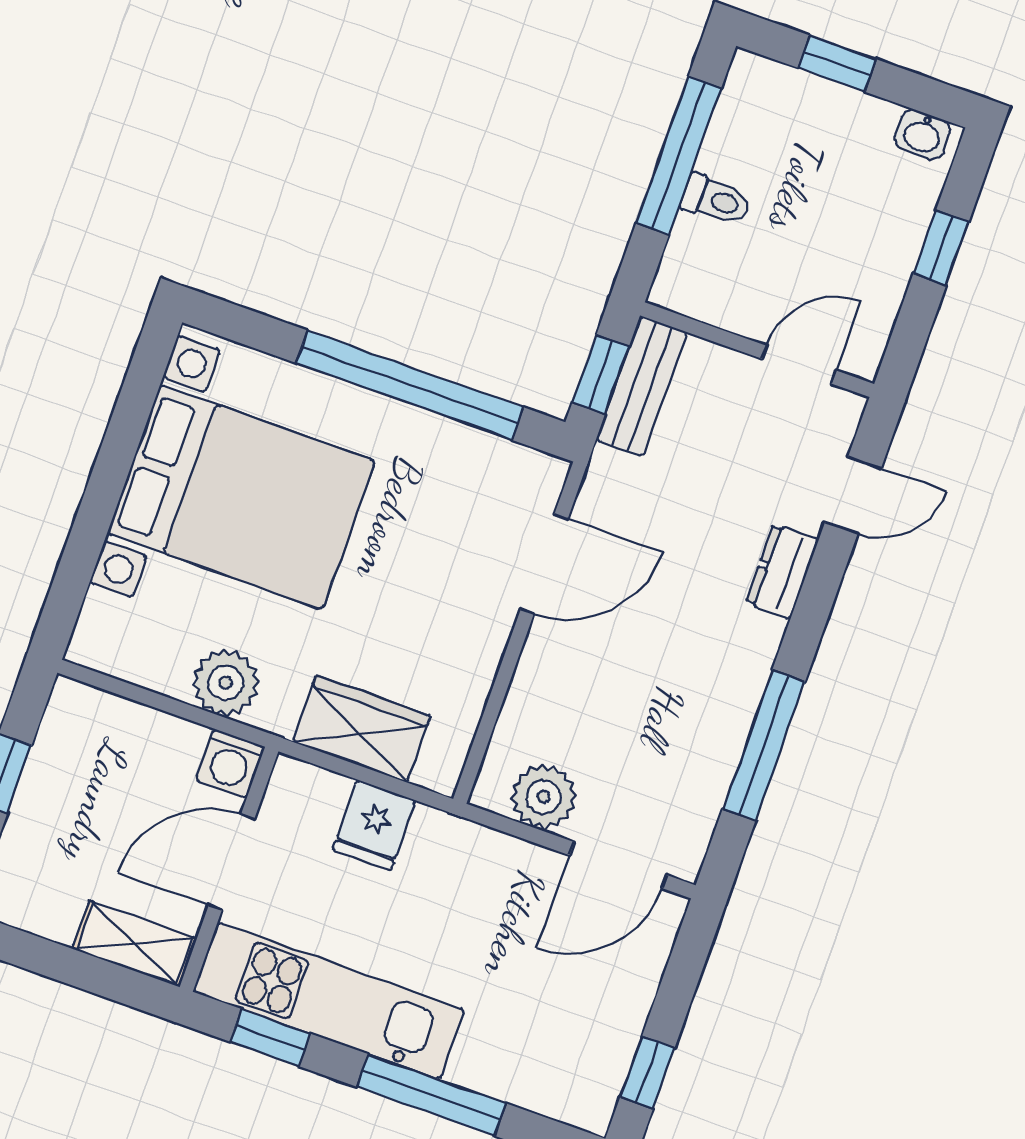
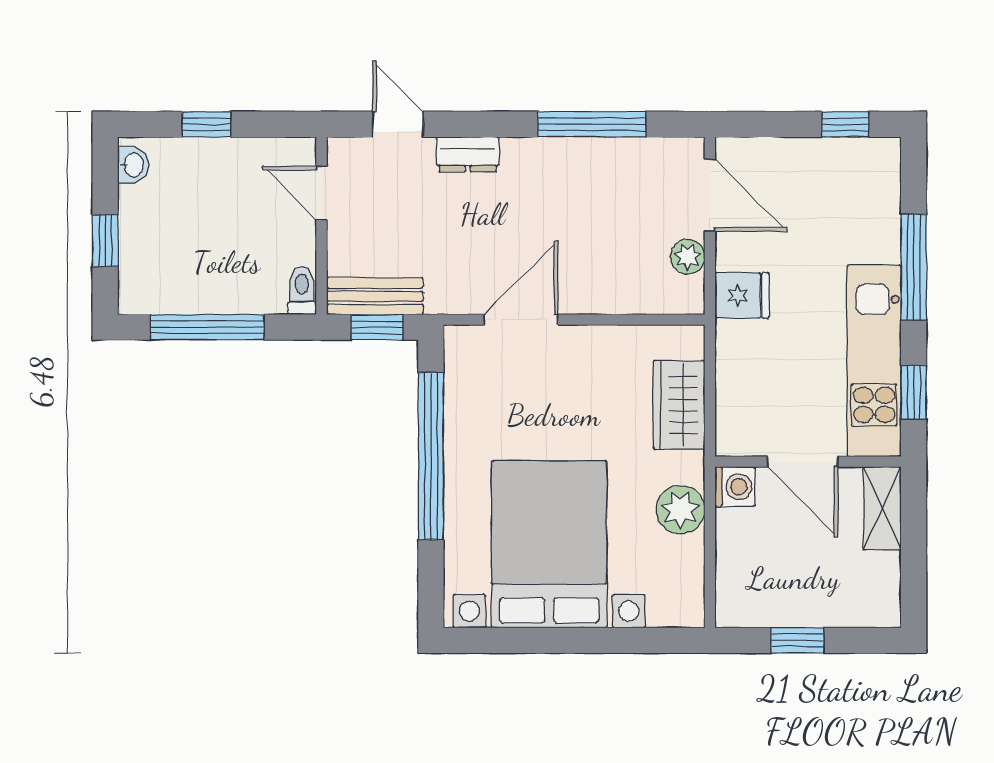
toilet: (716, 200) -> (302, 291), moved
door: (544, 564) -> (521, 320), hinge flipped
plant: (544, 797) -> (688, 257), width x0.73, depth x0.73
fridge: (374, 825) -> (742, 295), moved

